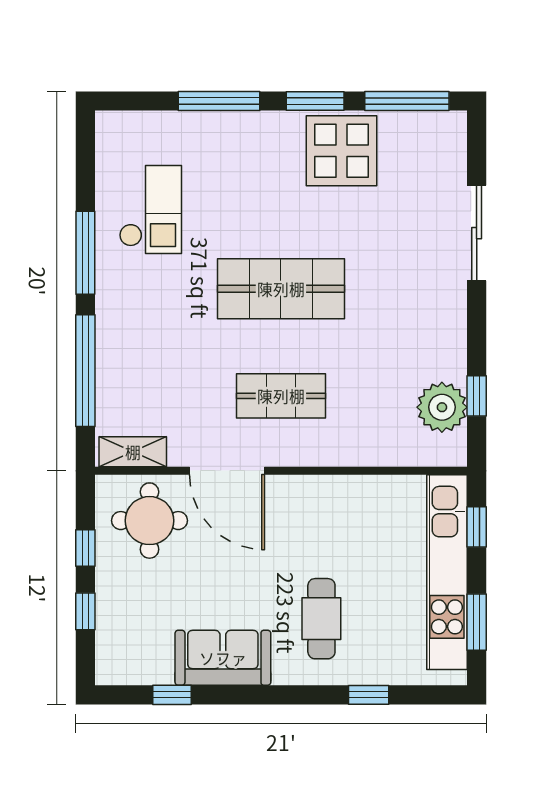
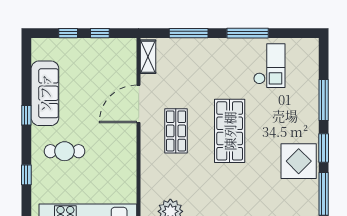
checkout: (151, 210) -> (269, 66), turned -90
window: (85, 371) -> (189, 33), width x0.68
round table: (149, 521) -> (114, 65), removed
sofa: (223, 658) -> (45, 93), width x1.36
window: (172, 695) -> (26, 115), moved

